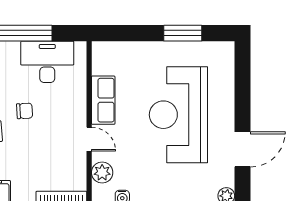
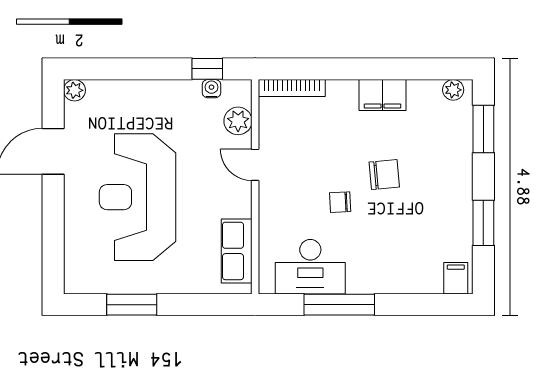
row of seats: (103, 100) -> (237, 251), moved
reception desk: (178, 115) -> (138, 197), turned 180

